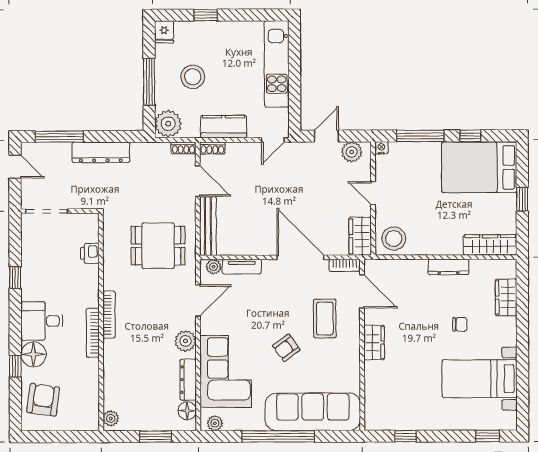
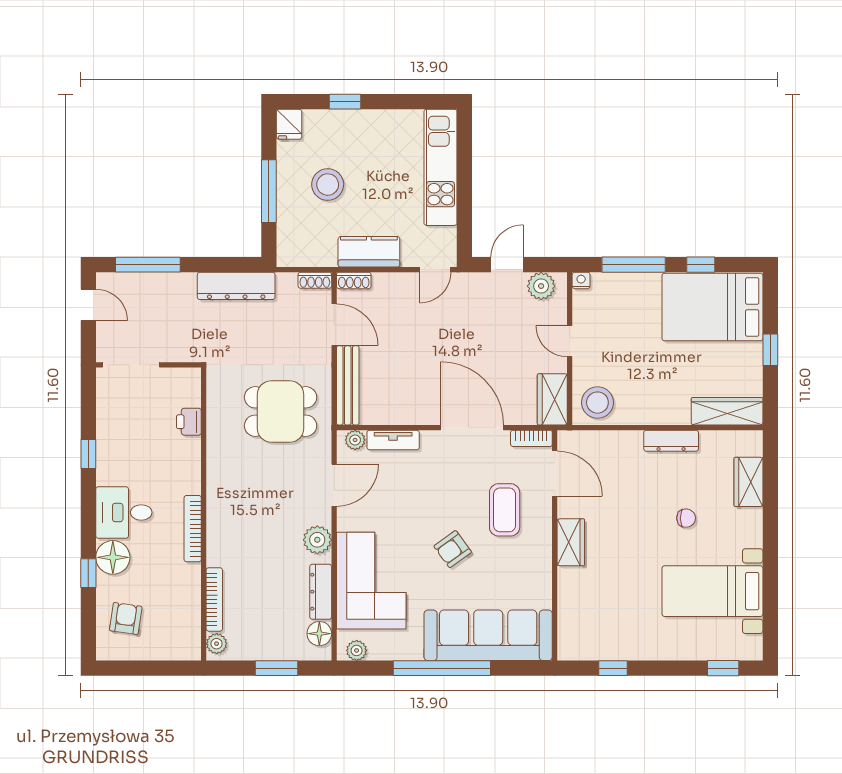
plant: (168, 124) -> (294, 248), removed
dresser: (101, 152) -> (236, 286), moved
bookcase: (109, 315) -> (214, 599), moved
armchair: (43, 400) -> (126, 618), width x0.72, depth x0.72

